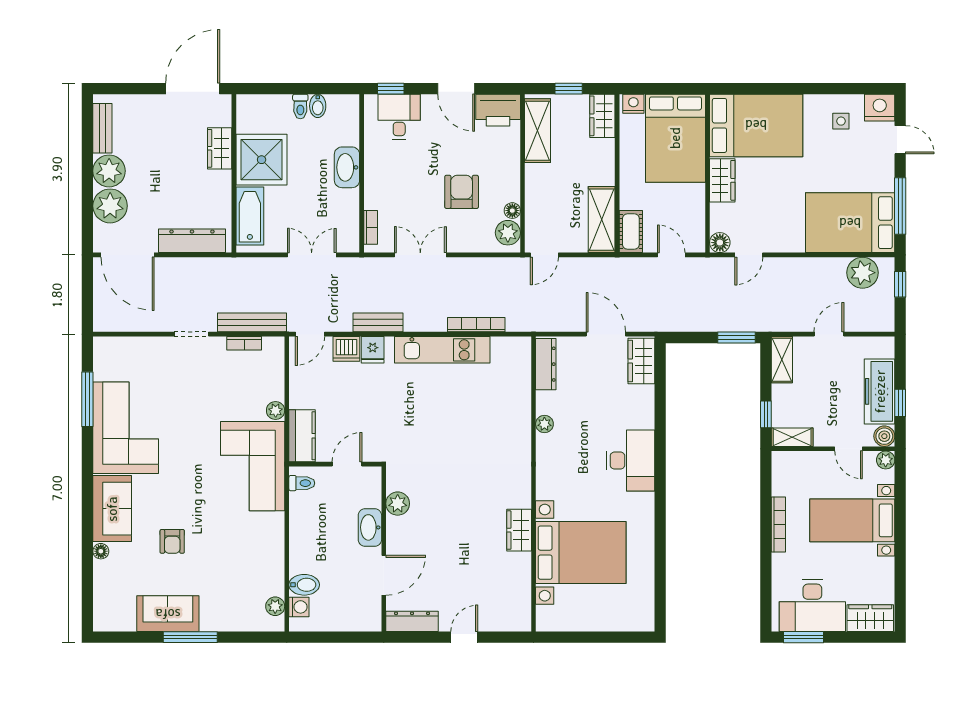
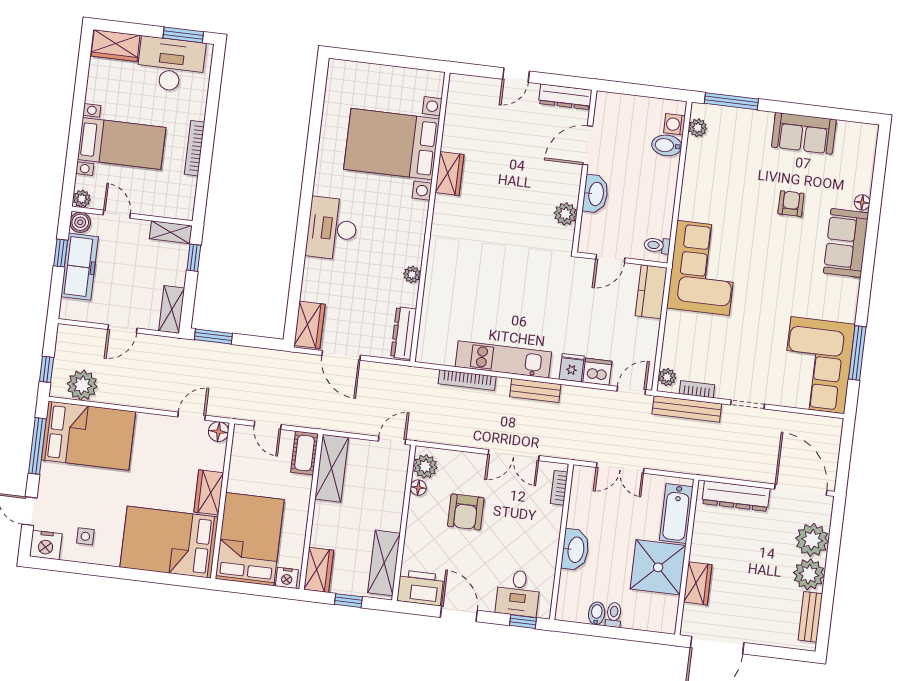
bench: (378, 322) -> (535, 390), moved
plant: (276, 410) -> (667, 377), moved
corner sofa: (126, 428) -> (818, 365), moved
window: (190, 637) -> (731, 101), moved

